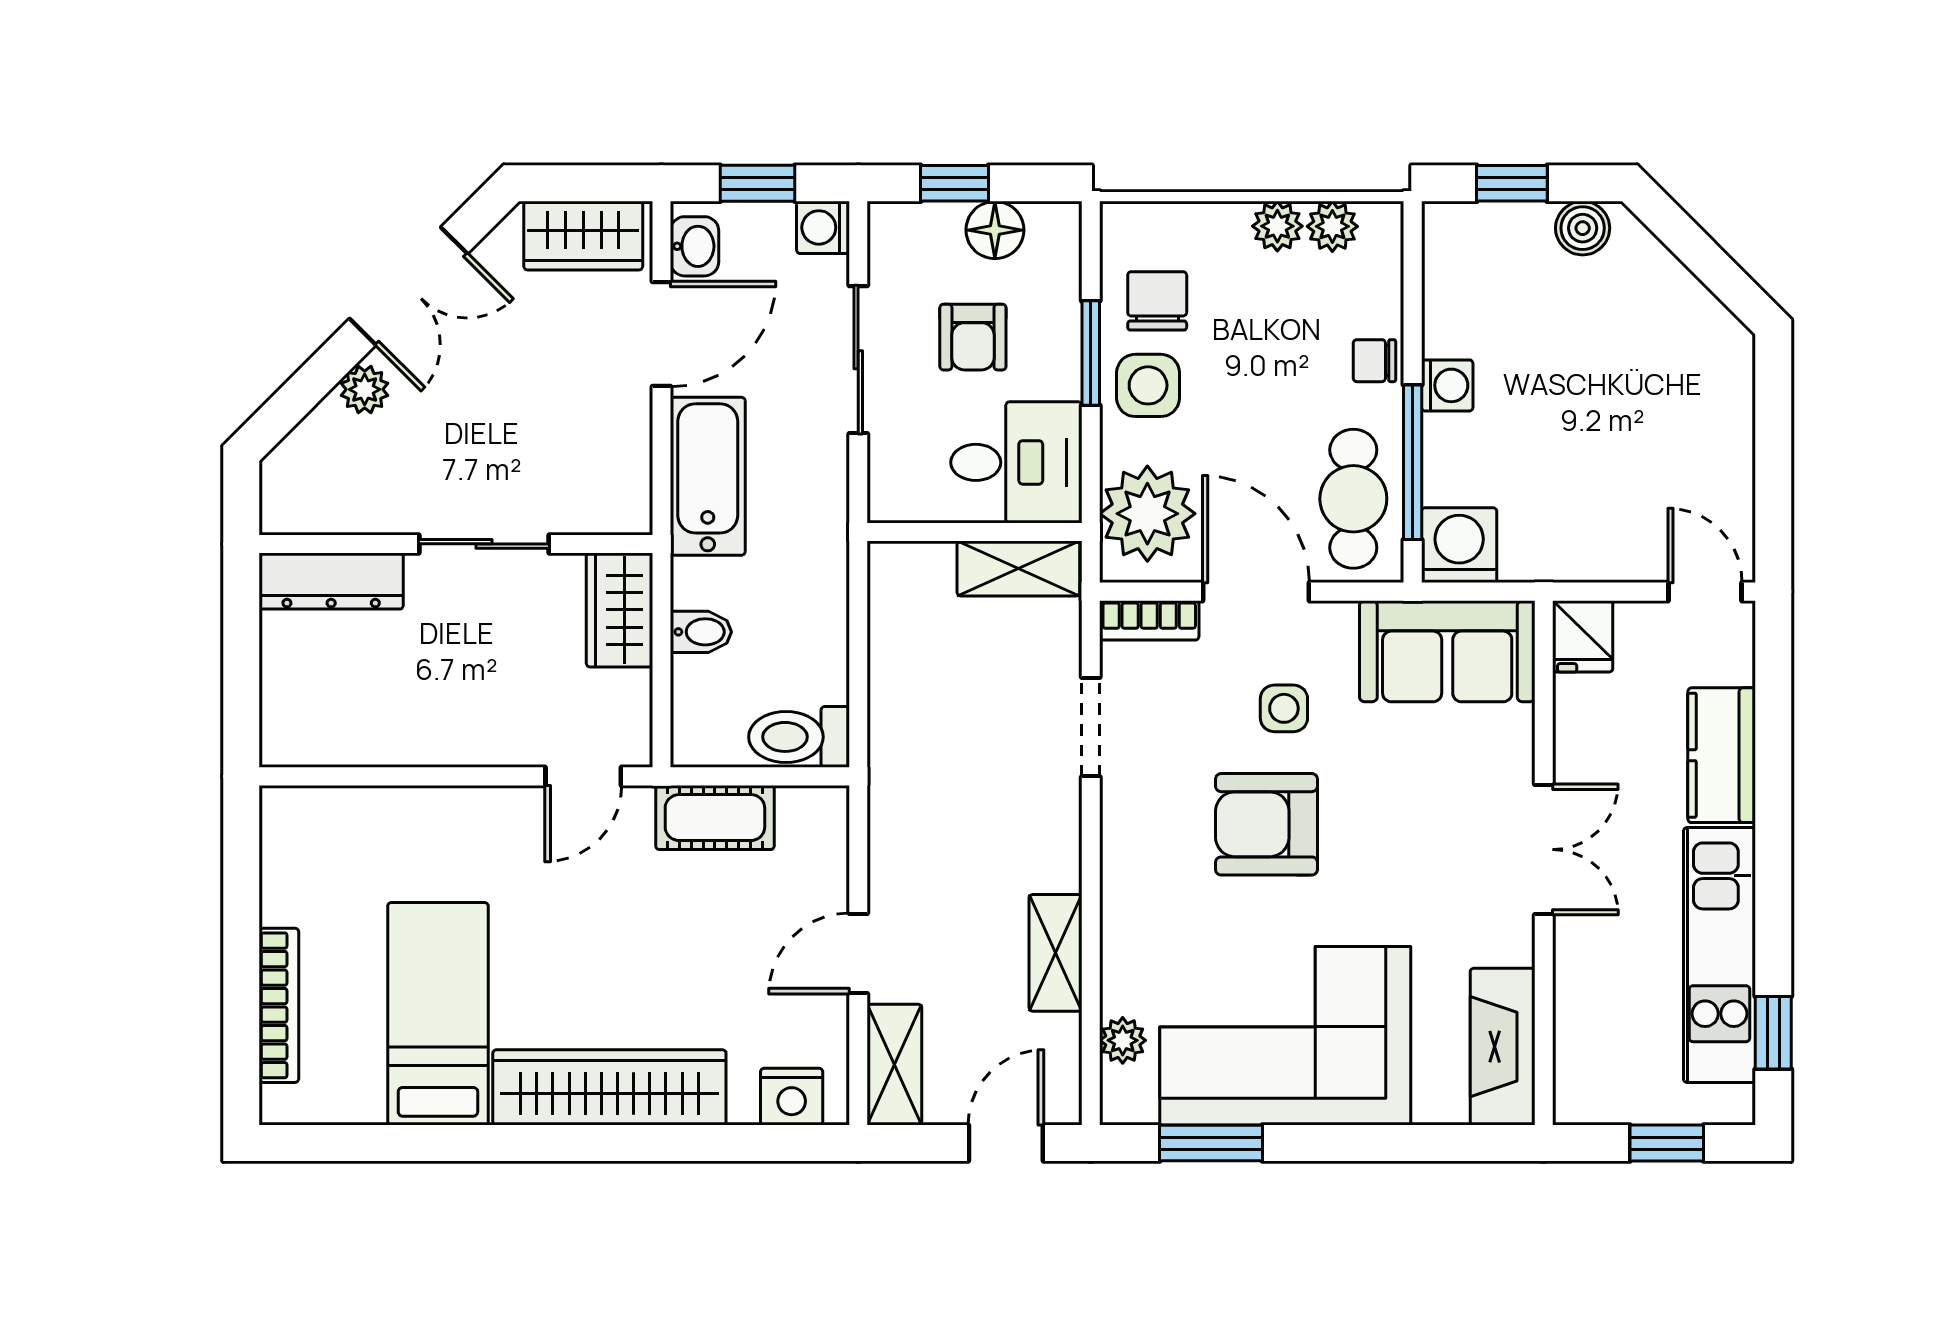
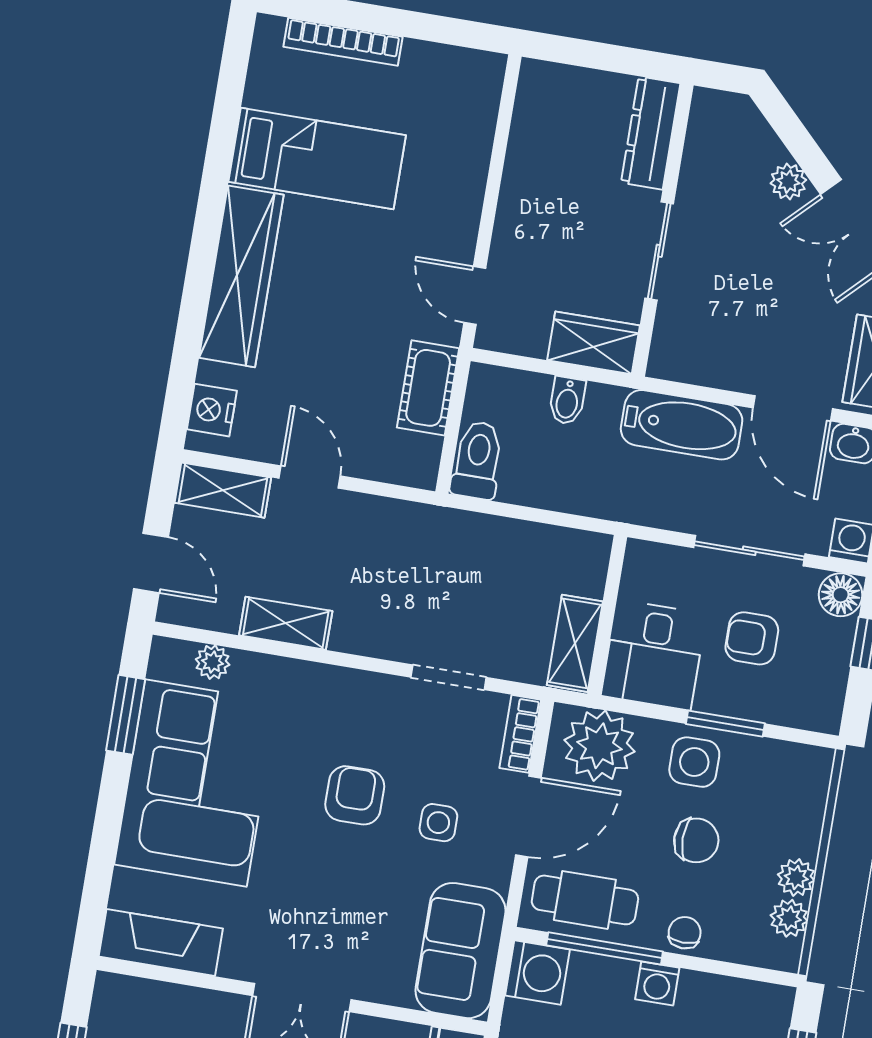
floor lamp: (995, 230) -> (841, 595), moved
chair: (1157, 301) -> (696, 840), moved
armchair: (1266, 824) -> (355, 795), width x0.72, depth x0.72

